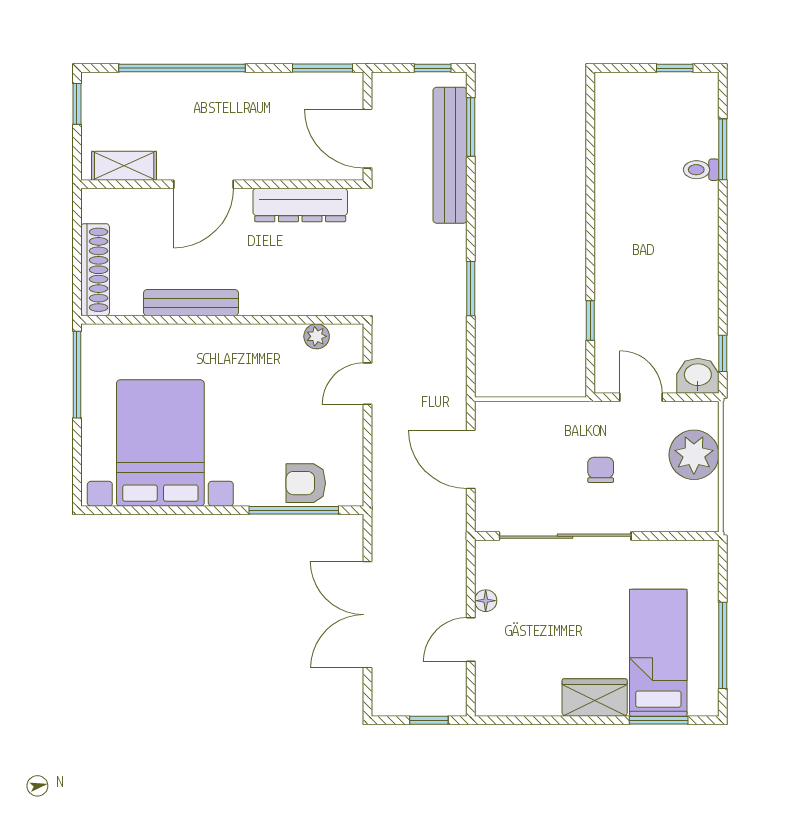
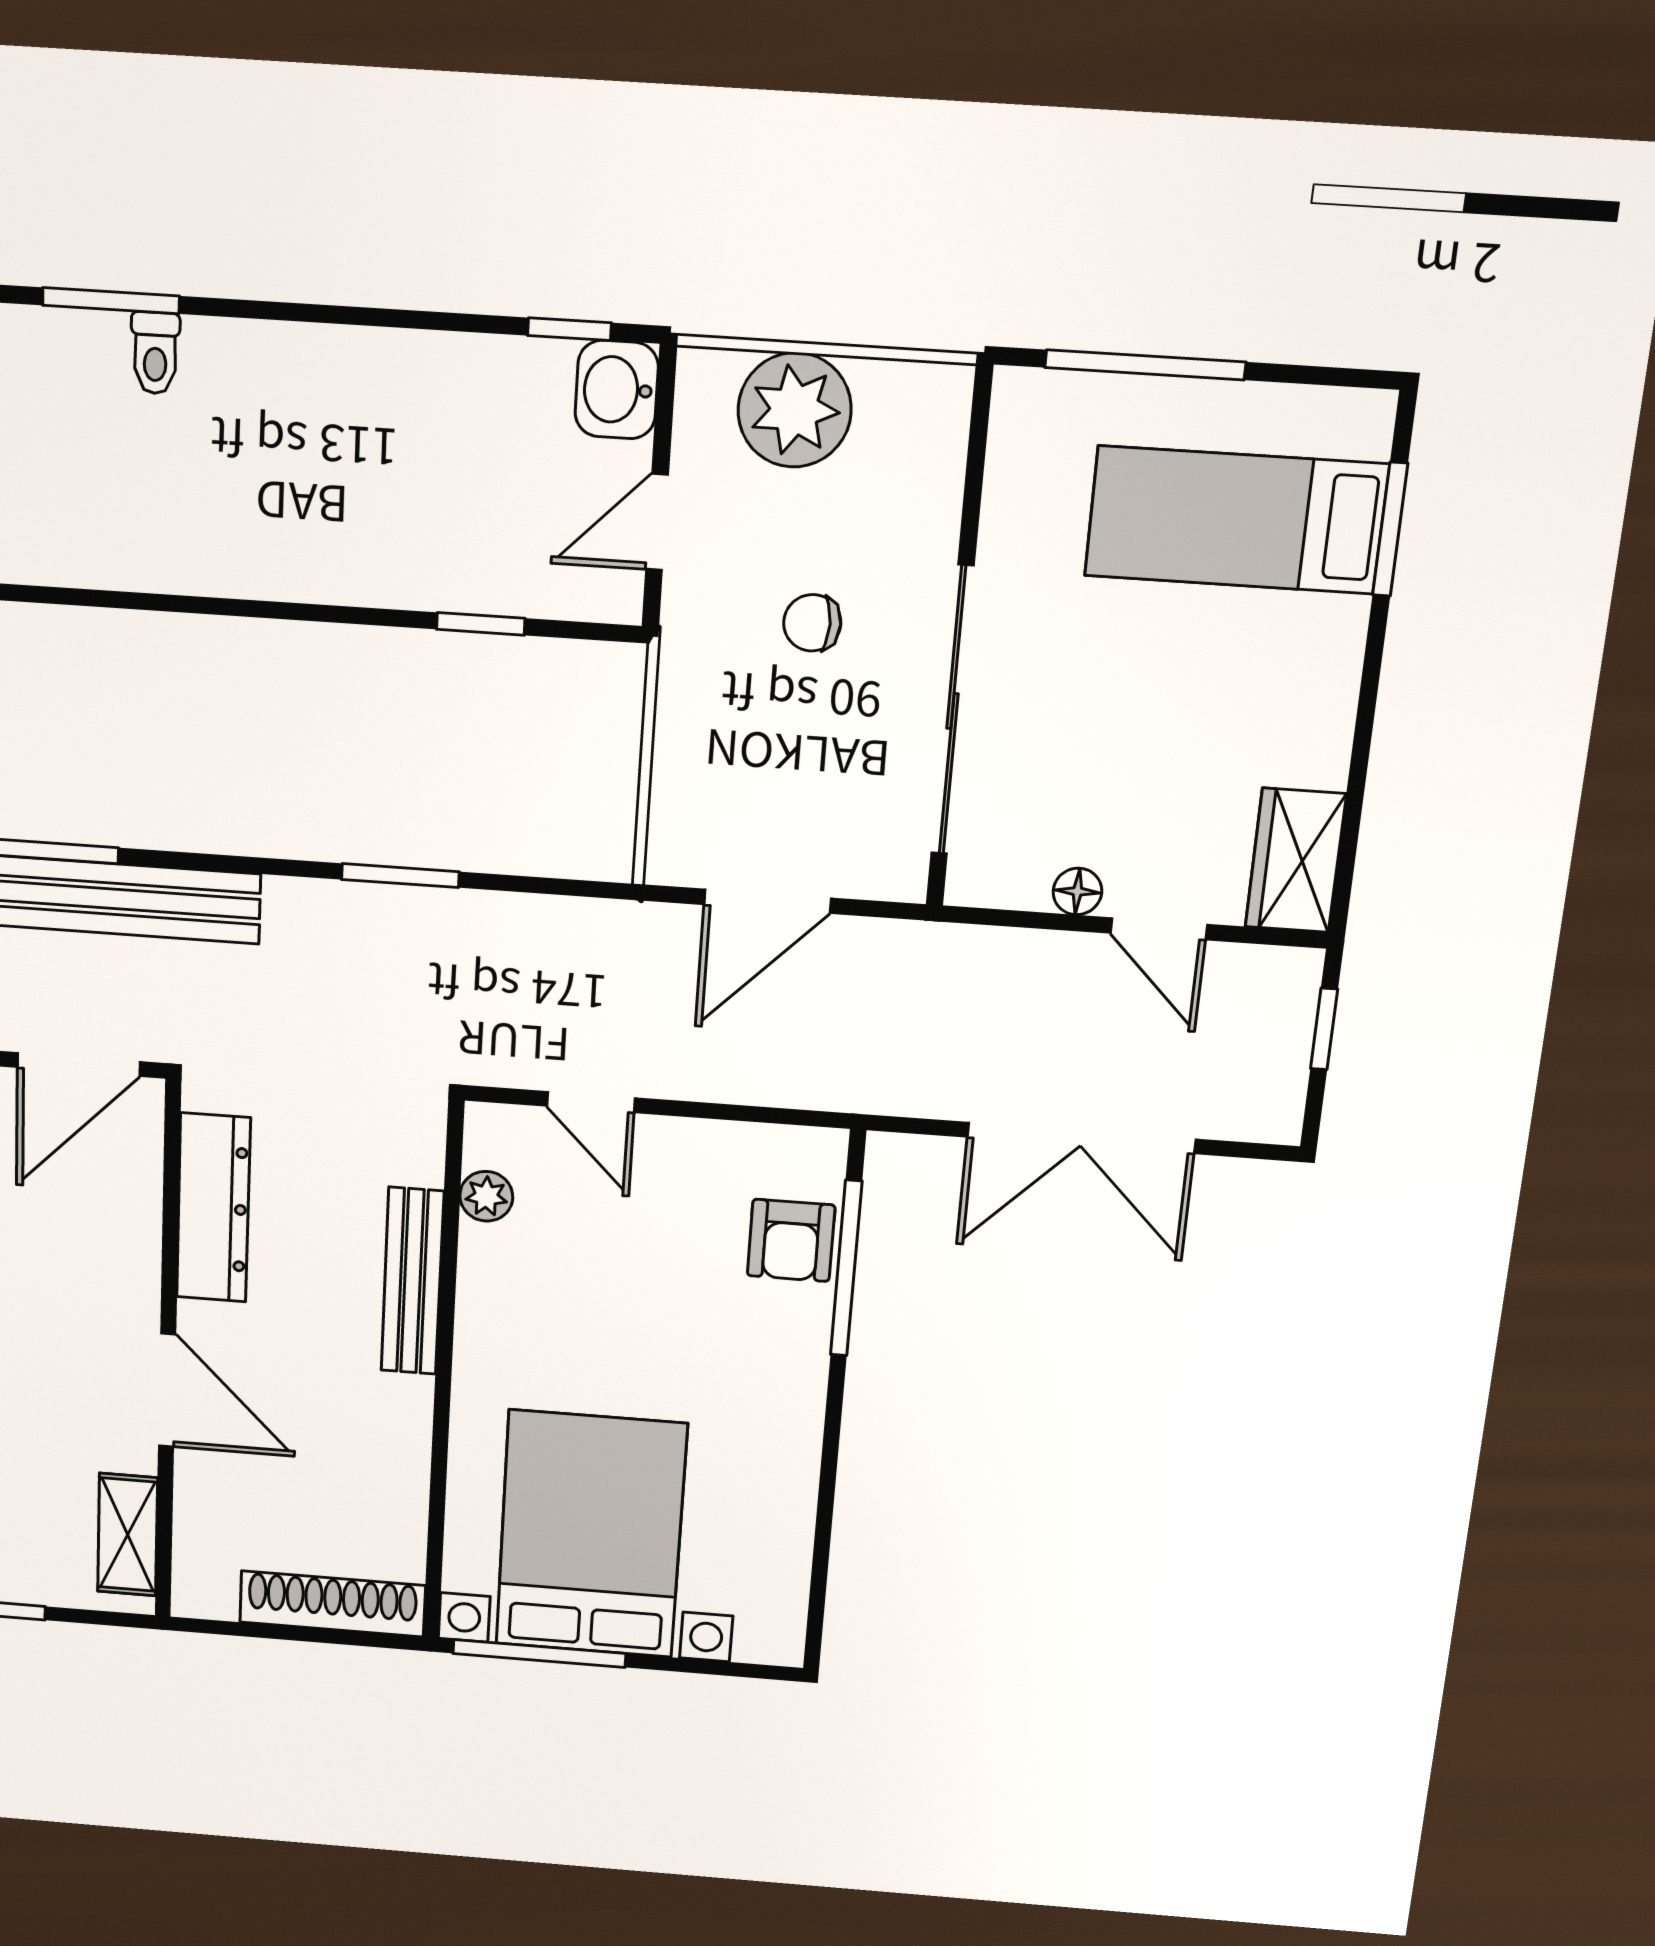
bench: (191, 303) -> (412, 1281), moved
bed with nightstands: (160, 443) -> (591, 1534), moved, turned 90
window: (723, 645) -> (1145, 365), moved
wardrobe: (595, 697) -> (1296, 860), moved

